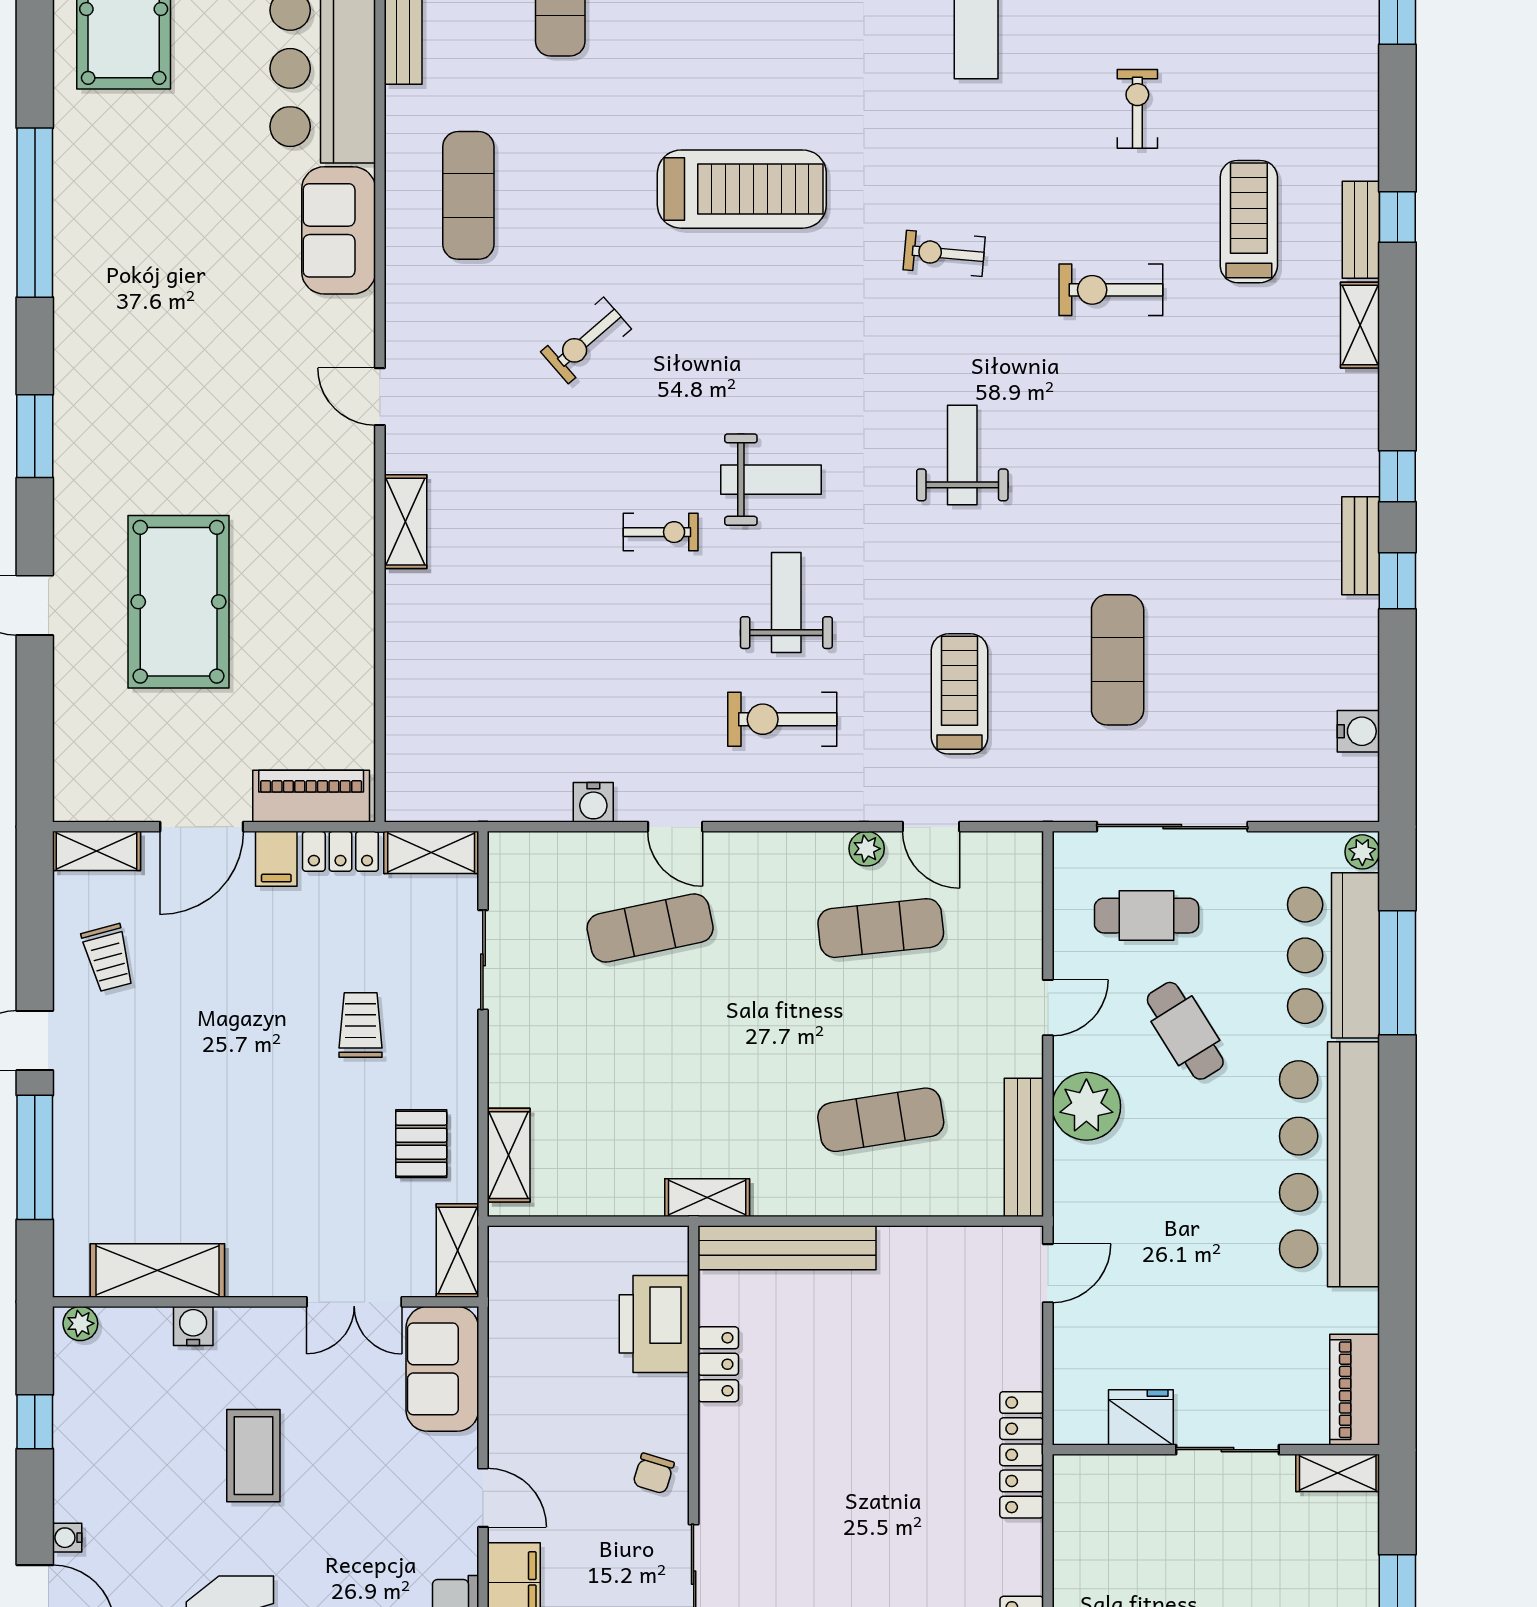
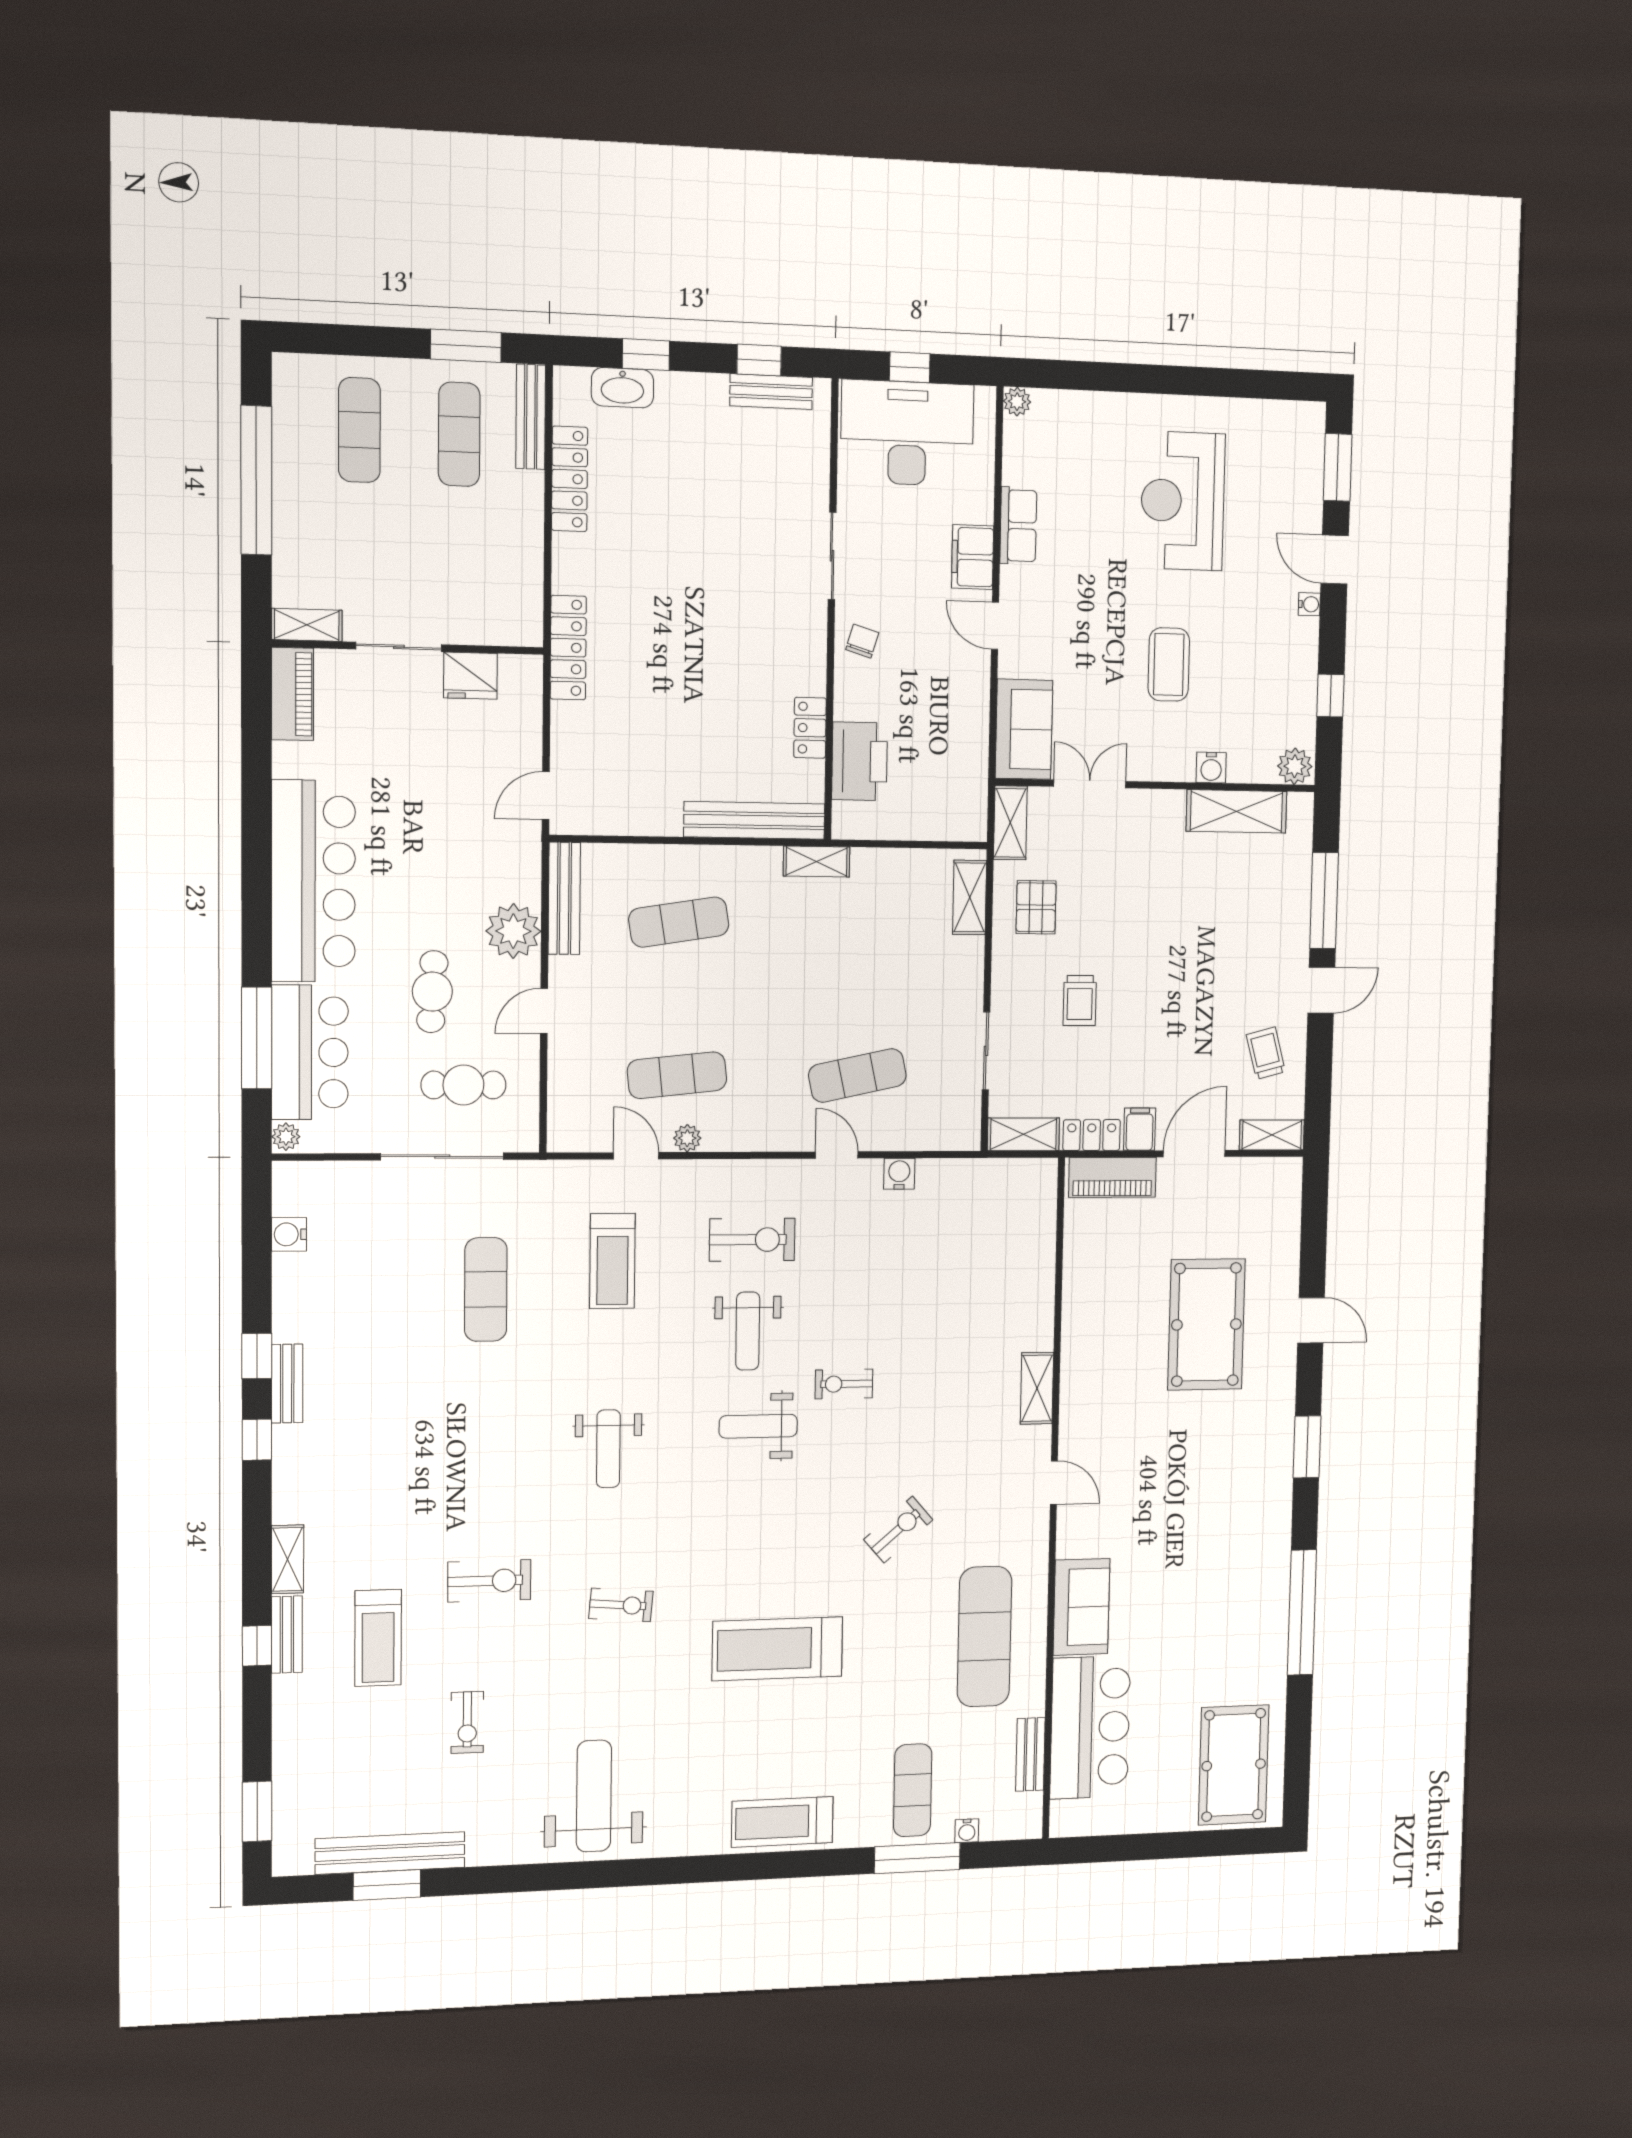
exercise mat: (468, 195) -> (984, 1637), width x1.36, depth x1.45
cafe table: (1185, 1031) -> (432, 992), turned 35
plant: (80, 1323) -> (1295, 766), width x1.38, depth x1.38

